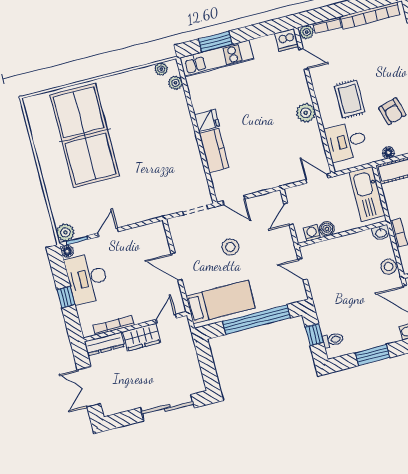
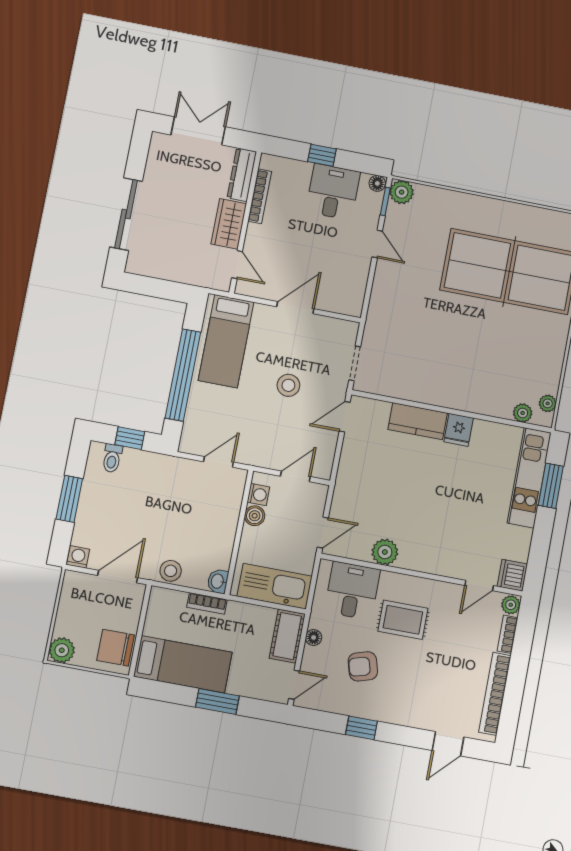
plant: (306, 113) -> (385, 552), moved
door: (288, 214) -> (295, 476), hinge flipped
desk: (87, 278) -> (333, 192), width x0.73

